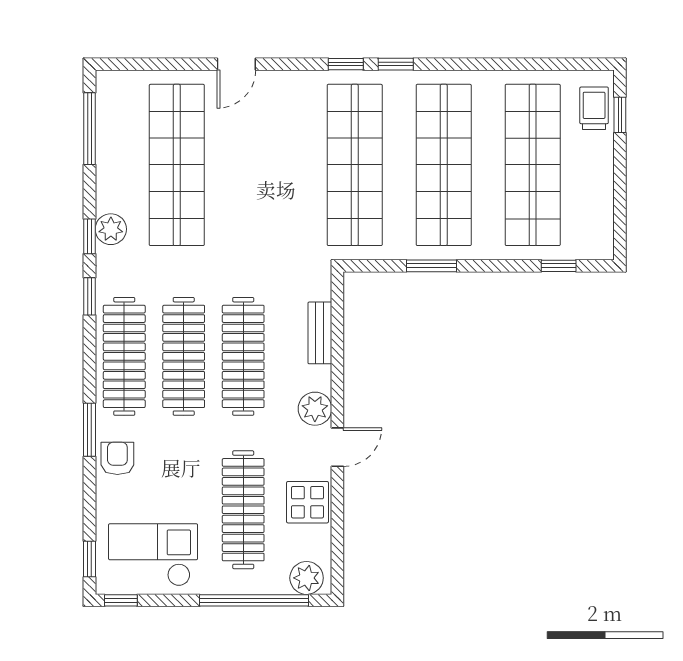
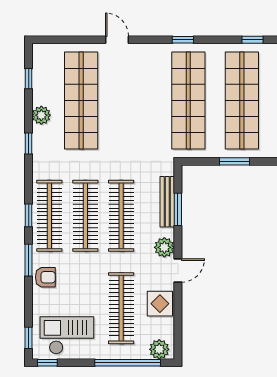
door: (236, 64) -> (117, 40), swing flipped
window: (396, 64) -> (253, 40), moved
window: (89, 129) -> (29, 79), width x0.46
plant: (111, 229) -> (41, 115), moved
window: (89, 296) -> (29, 215), moved
bench: (320, 333) -> (167, 202), width x1.36
window: (337, 346) -> (178, 209), added
armchair: (117, 458) -> (45, 277), turned 90

